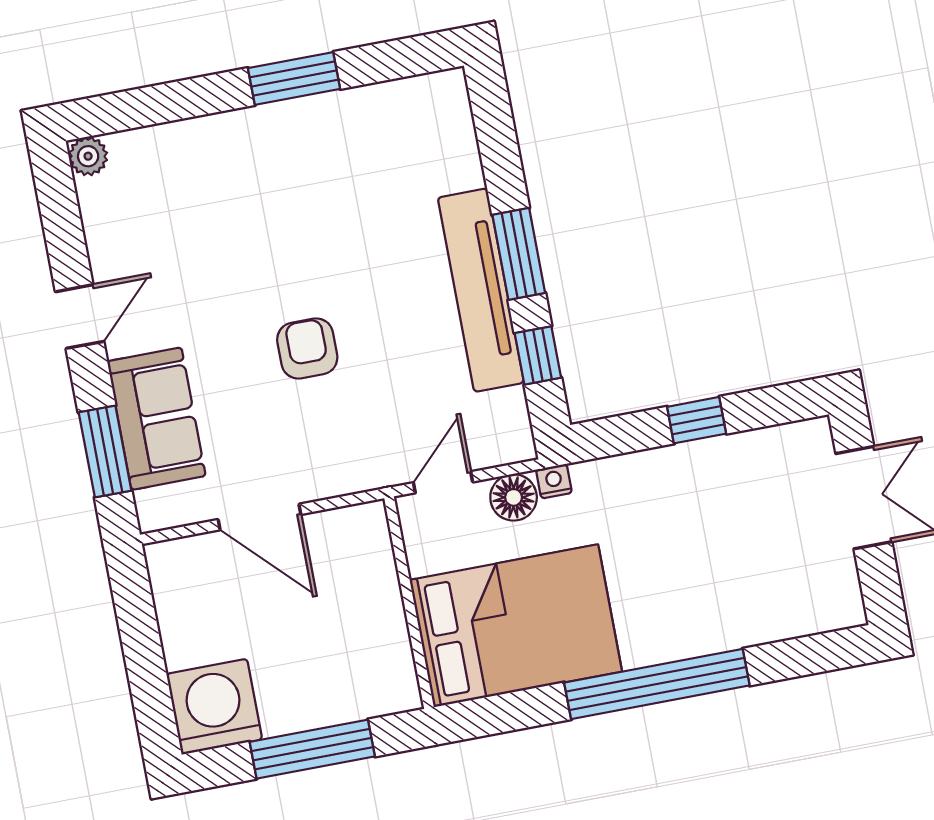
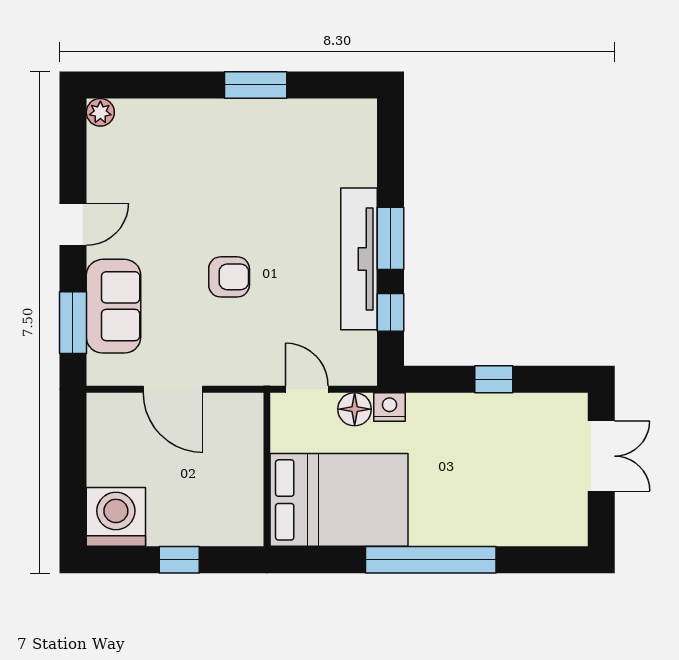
armchair: (307, 348) -> (229, 277), turned 90
nightstand: (554, 481) -> (390, 407), width x1.39, depth x1.35
door: (443, 482) -> (307, 389), hinge flipped
window: (312, 749) -> (179, 560), width x0.46

